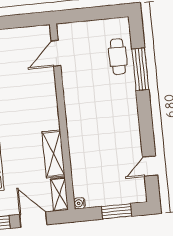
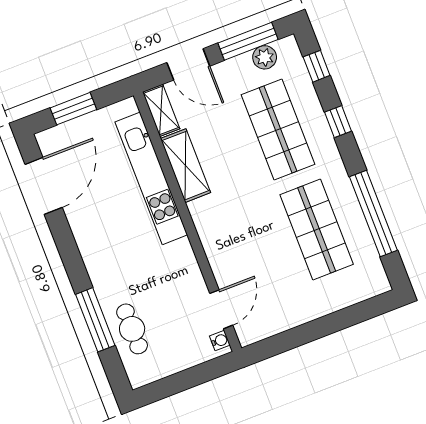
kitchen unit: (78, 152) -> (151, 178), added
door: (150, 166) -> (44, 186), width x1.88
water cooler: (79, 203) -> (220, 341), moved

